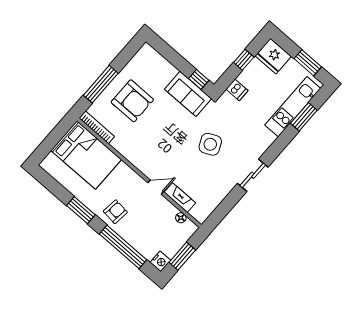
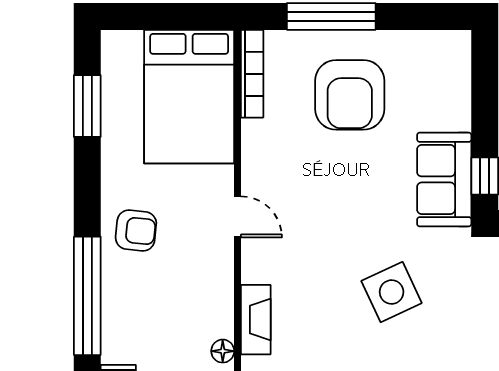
door: (156, 187) -> (238, 217), moved
window: (81, 210) -> (87, 106), moved

